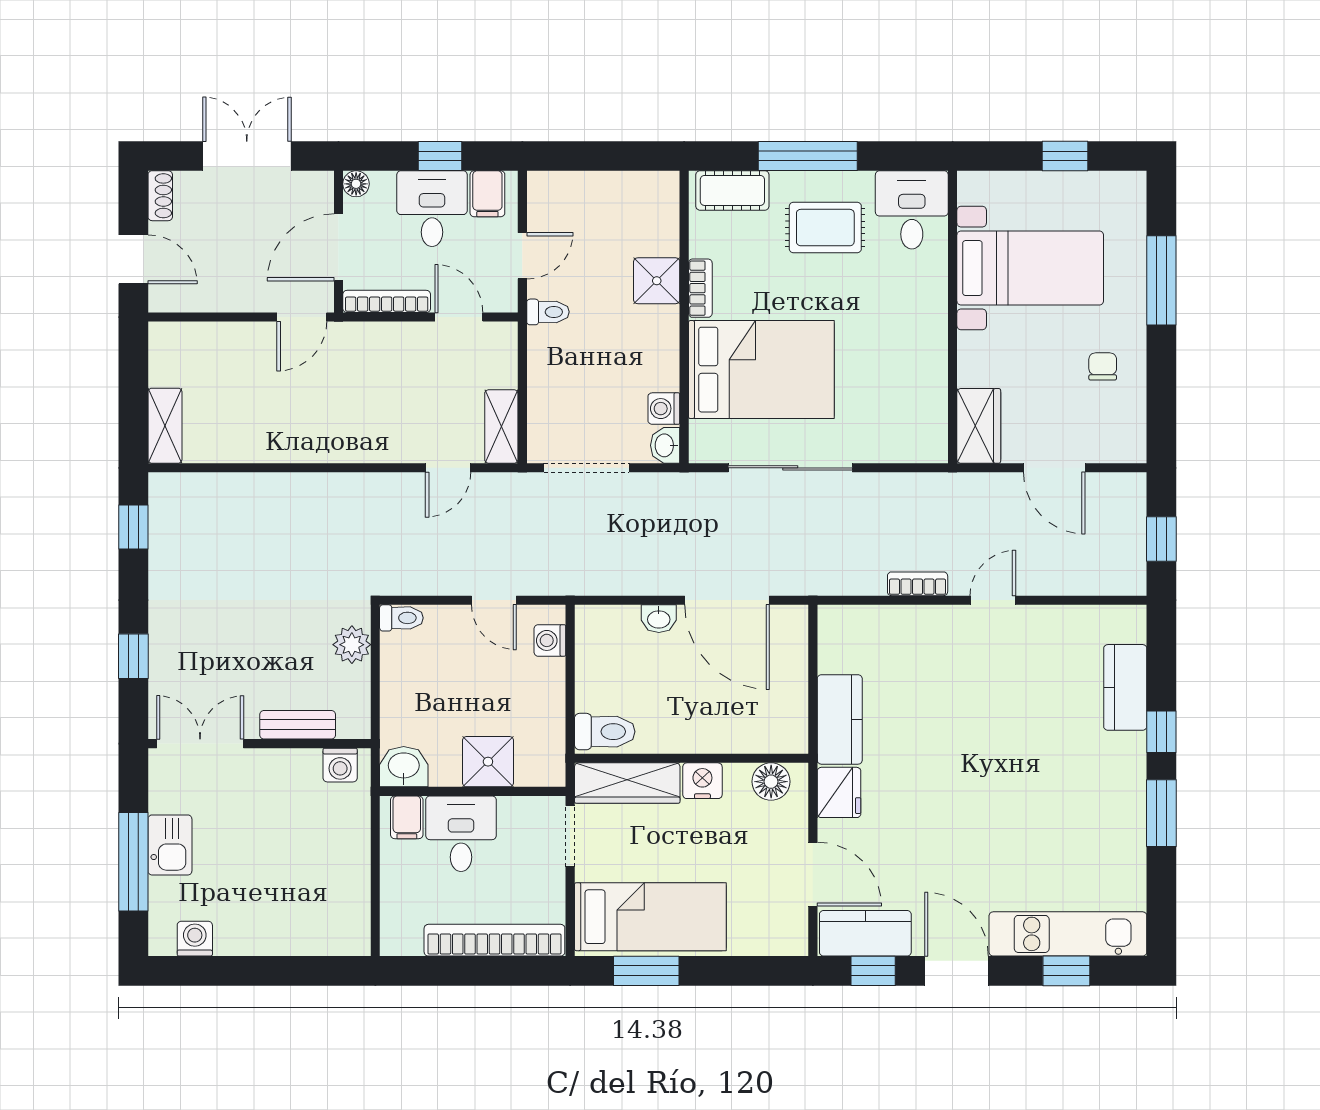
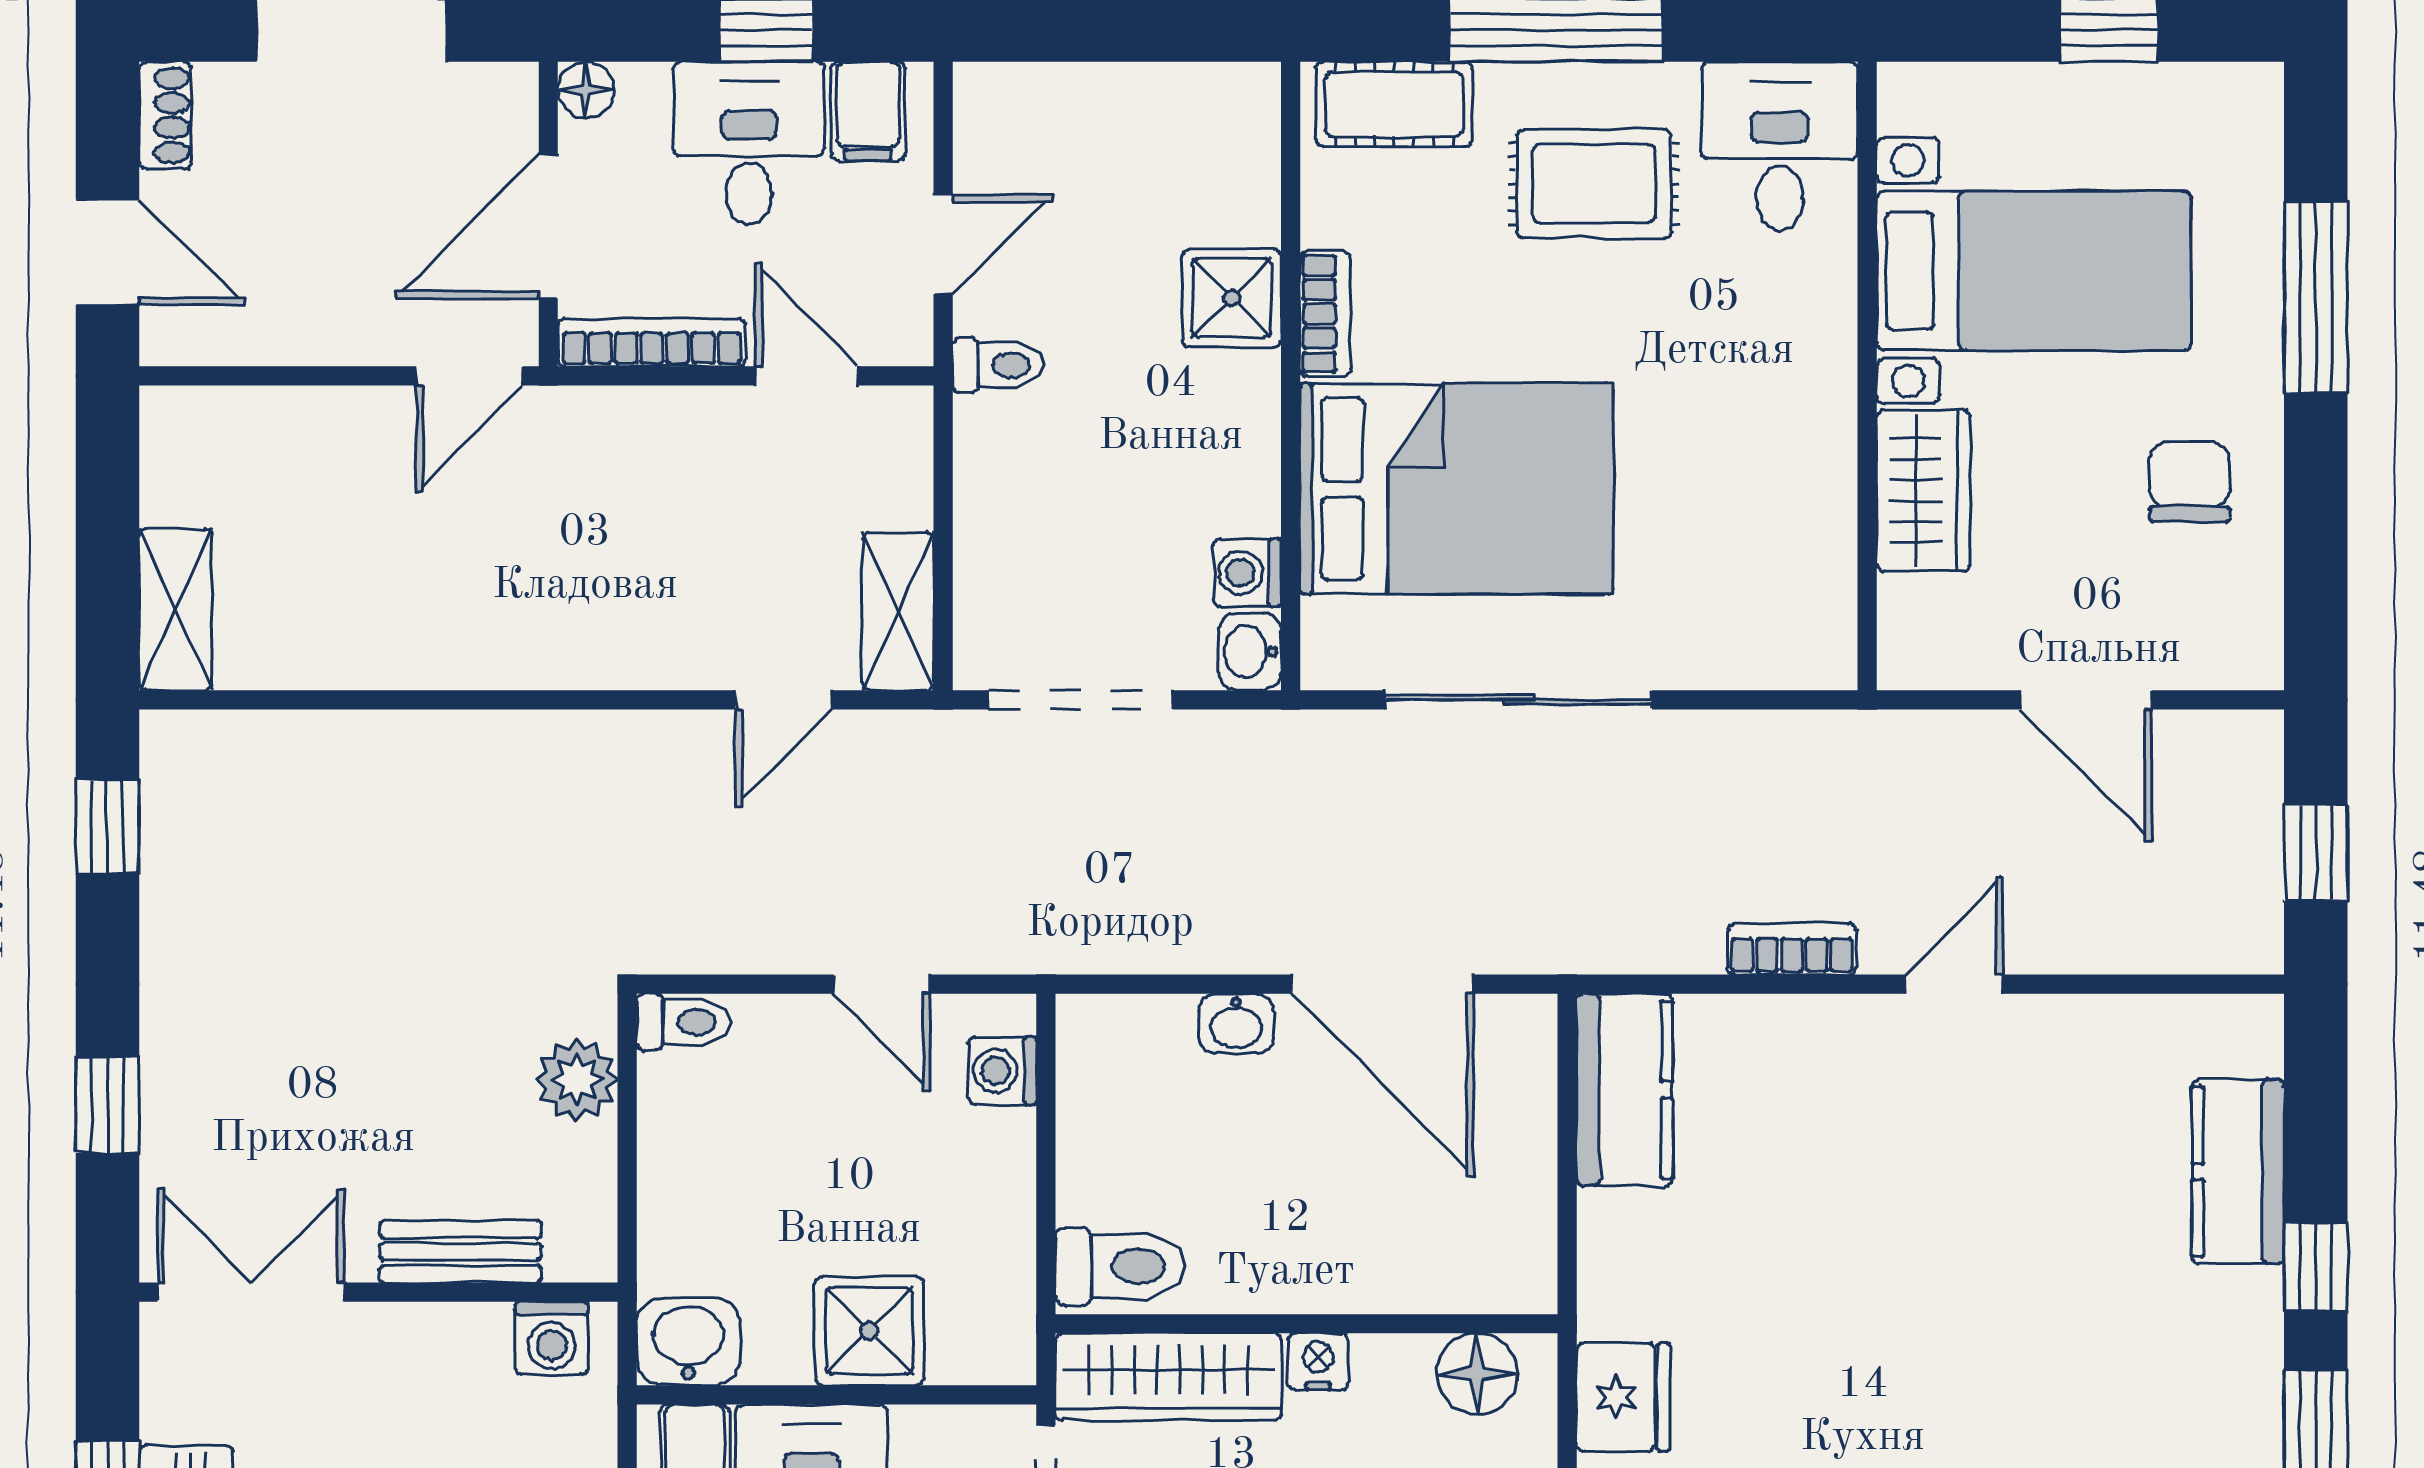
chair: (1103, 366) -> (2190, 482), width x1.37, depth x1.37
wardrobe: (979, 426) -> (1923, 490), moved
kitchen counter: (840, 719) -> (1625, 1090), moved
nightstand: (702, 781) -> (1318, 1362), width x0.72, depth x0.74

